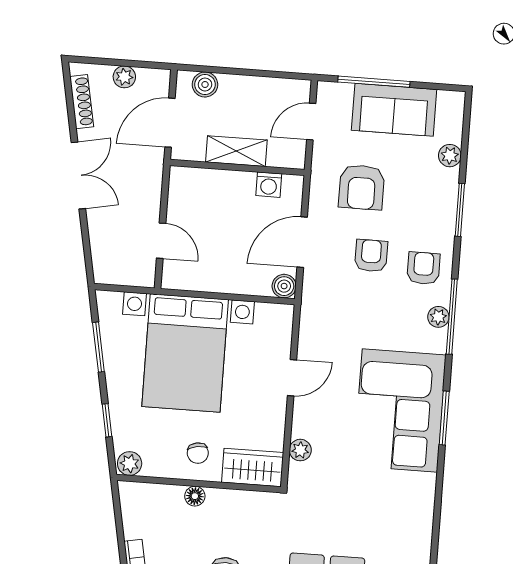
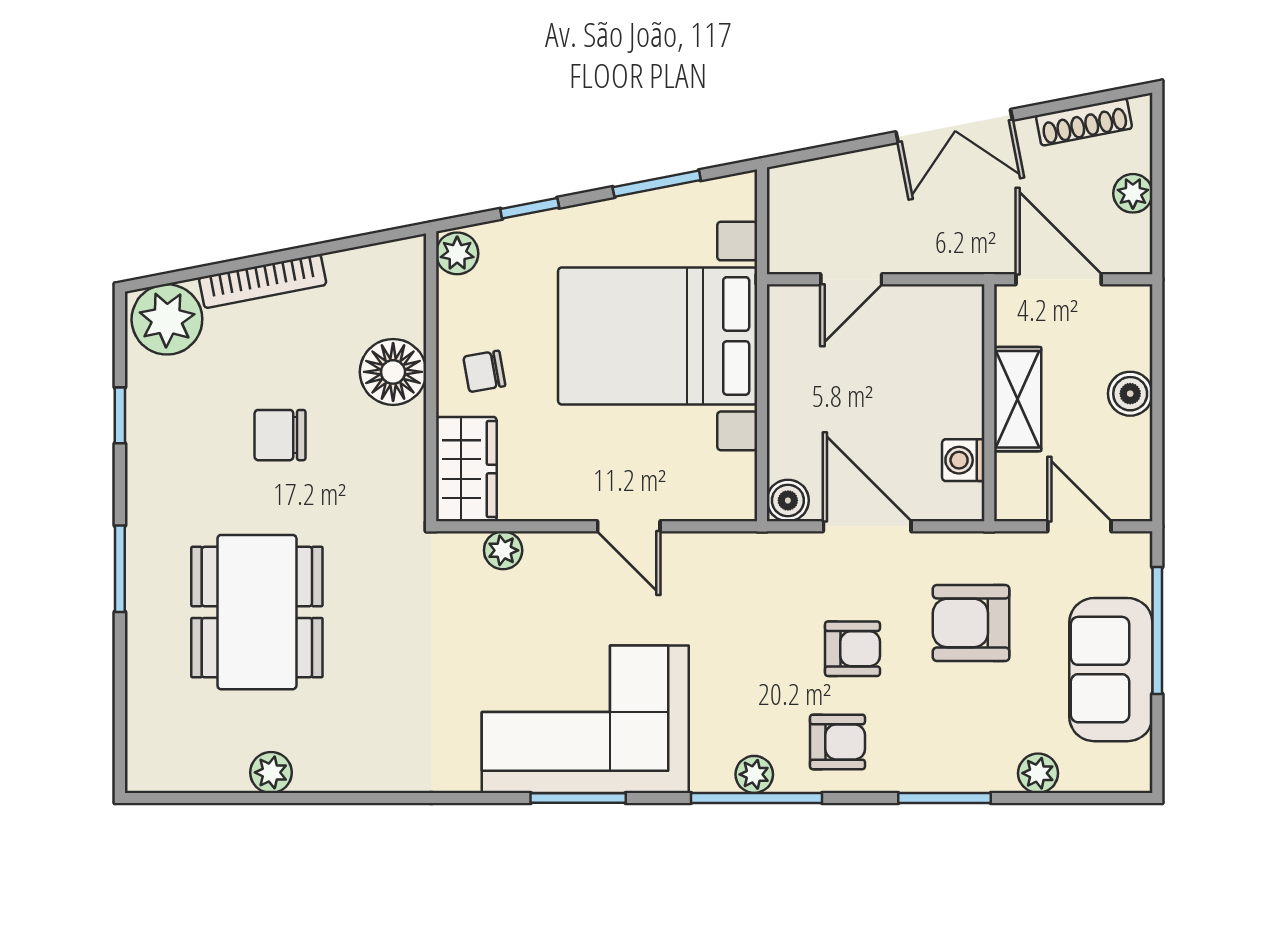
boiler: (205, 84) -> (1130, 394), moved
floor lamp: (195, 496) -> (393, 372), width x1.89, depth x1.89

